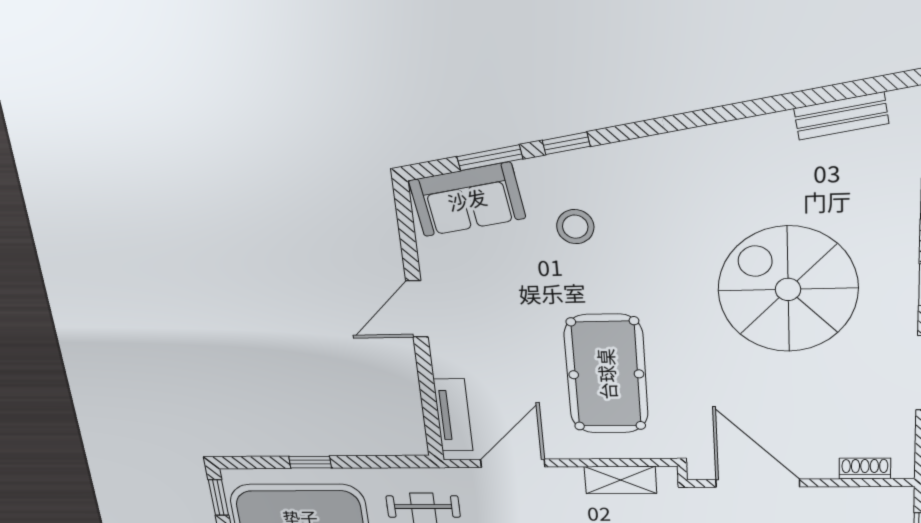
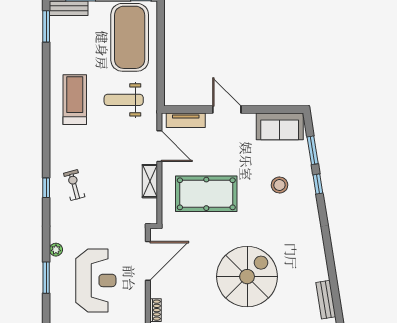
sofa: (467, 199) -> (280, 126), moved, turned -81
door: (417, 309) -> (227, 110), moved
window: (310, 462) -> (161, 47), removed
shelving: (620, 480) -> (150, 181), moved

